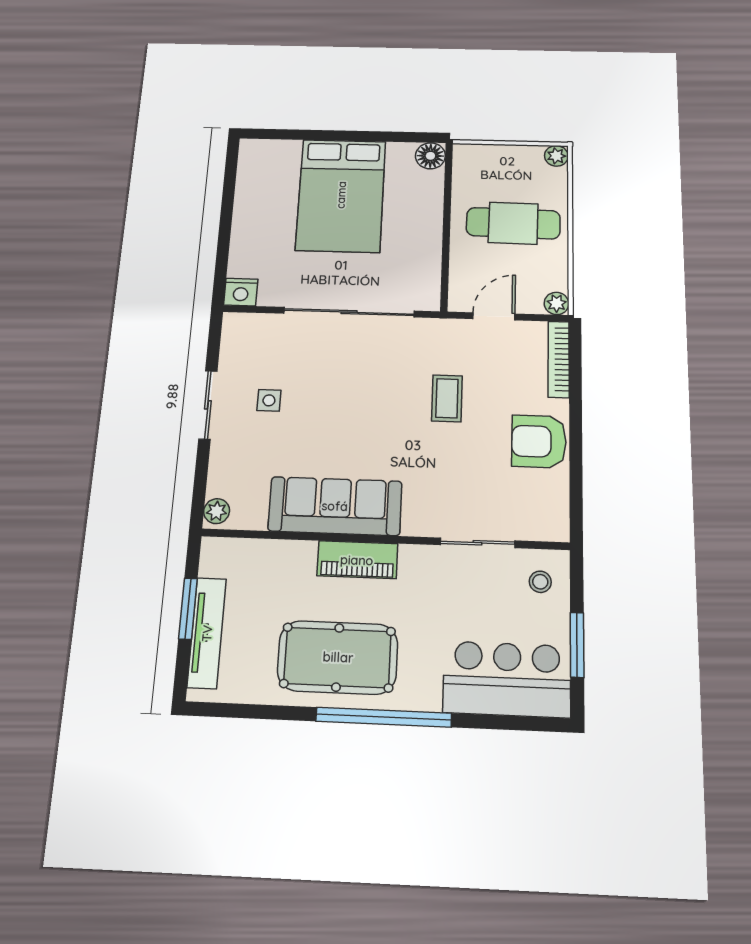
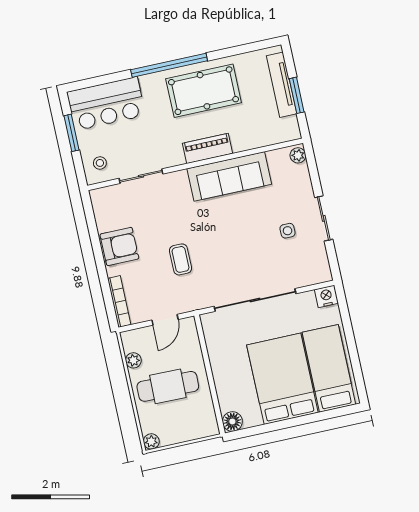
bed: (269, 194) -> (329, 368), added
plant: (557, 303) -> (133, 360), moved

